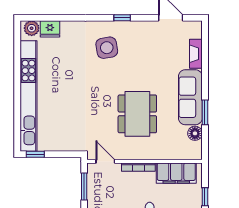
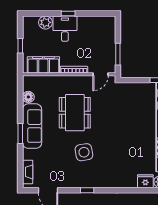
side table: (107, 48) -> (84, 152), moved
fireplace: (196, 54) -> (28, 172), moved
window: (205, 112) -> (20, 134), moved
door: (105, 161) -> (101, 74), hinge flipped

